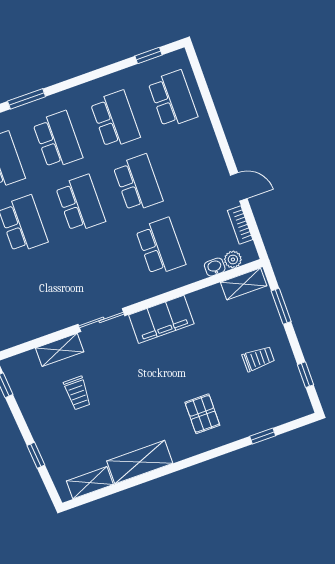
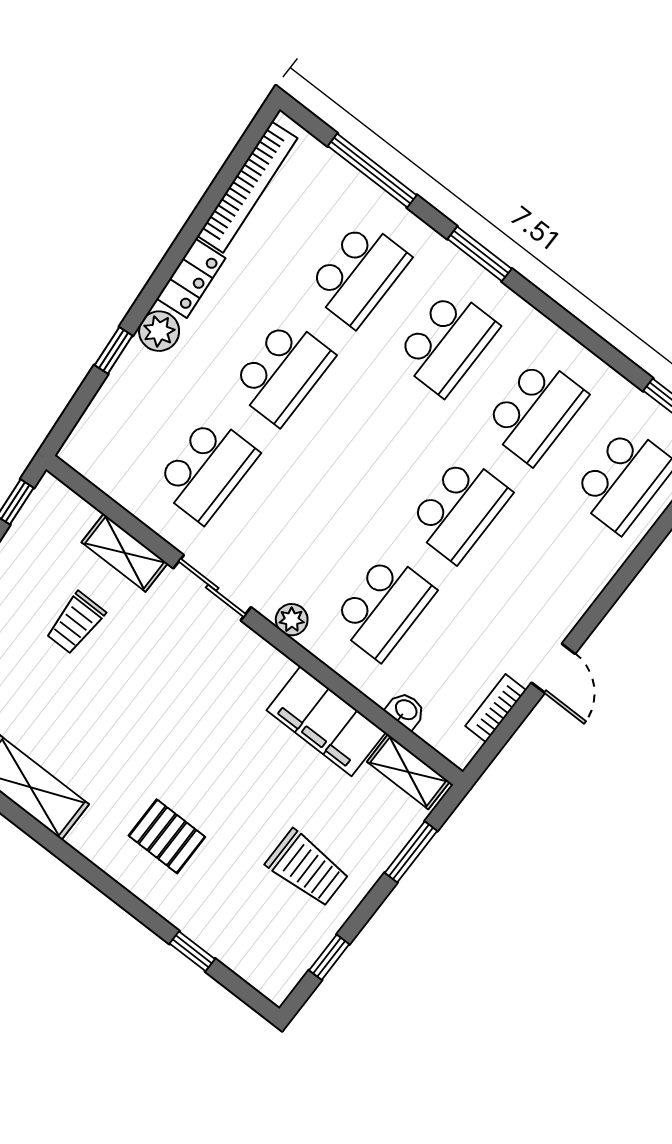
school desk: (80, 204) -> (207, 469), moved
plant: (233, 259) -> (292, 620), moved
filing cabinet: (161, 319) -> (326, 721), moved
trolley: (258, 359) -> (307, 868), width x1.36, depth x1.39
pallet: (202, 414) -> (167, 836), turned 90

